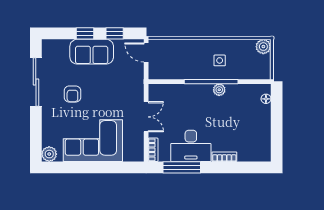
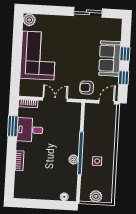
plant: (263, 47) -> (96, 196), moved
sliding door: (36, 82) -> (88, 12), width x0.73
armchair: (72, 94) -> (87, 88), moved
double door: (146, 117) -> (55, 100), swing flipped
desk: (191, 146) -> (30, 130), width x0.73
window: (182, 167) -> (13, 126), width x0.69

